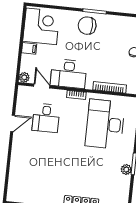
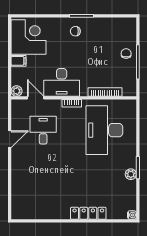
chair: (87, 26) -> (75, 31), width x0.54, depth x0.54
desk: (46, 118) -> (43, 130), turned 180

